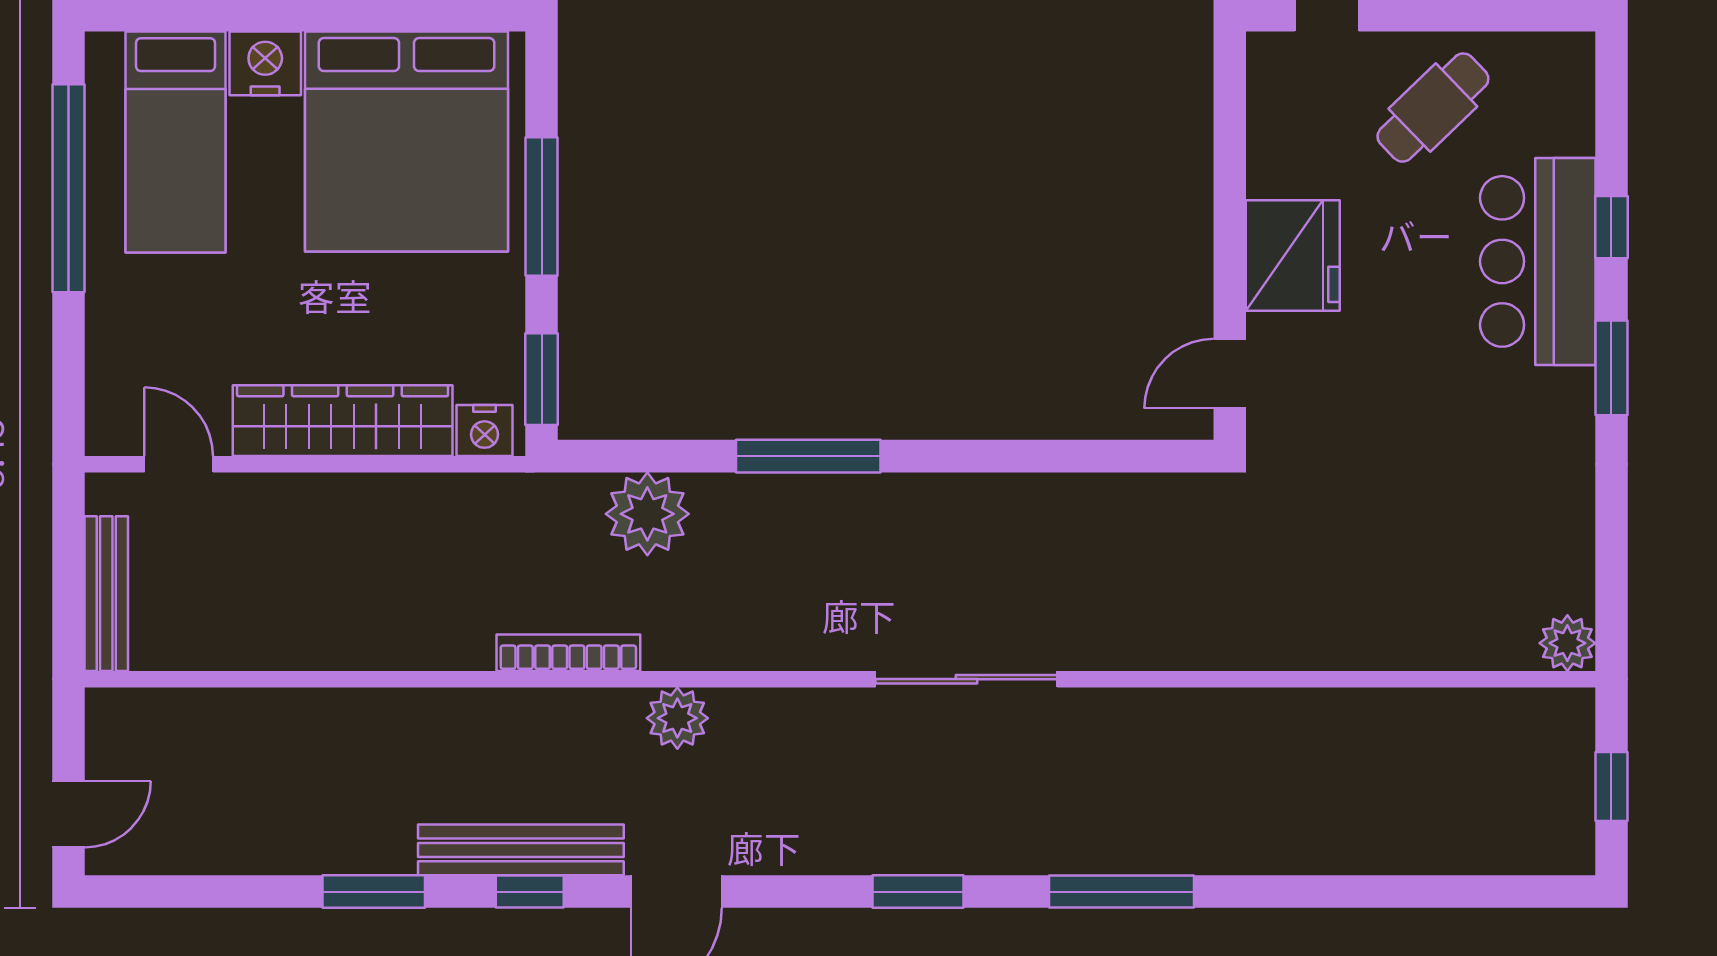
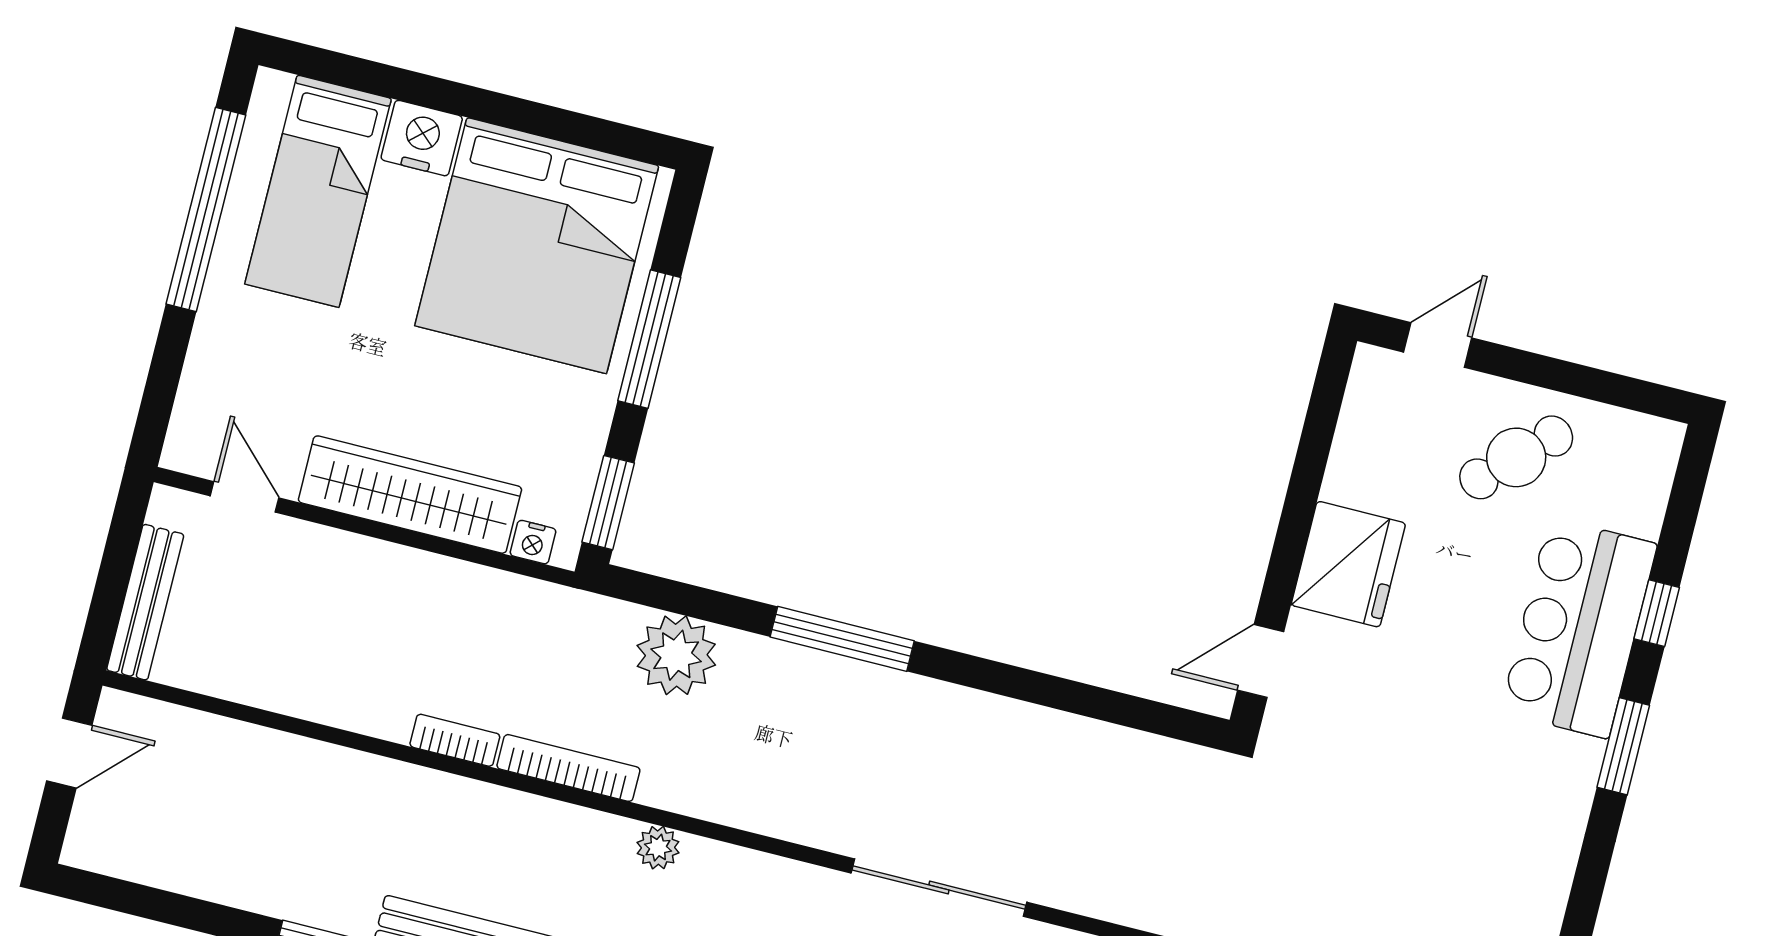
nightstand: (485, 430) -> (533, 542), width x0.72, depth x0.74
bookcase: (449, 654) -> (455, 740), added
plant: (677, 718) -> (658, 848), width x0.73, depth x0.73
door: (68, 814) -> (69, 753), moved

